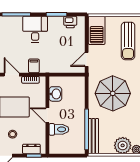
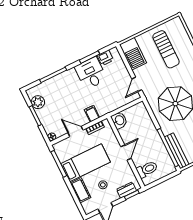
desk: (35, 29) -> (91, 73), moved
washbasin: (55, 94) -> (119, 120), moved
door: (47, 115) -> (126, 152), swing flipped
toilet: (59, 129) -> (147, 169), moved

